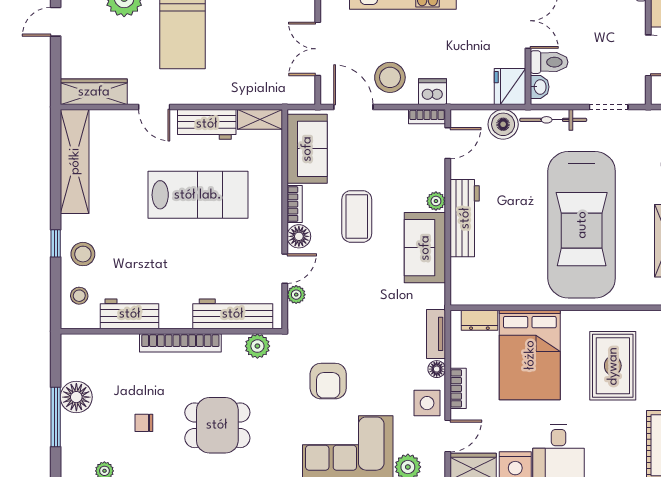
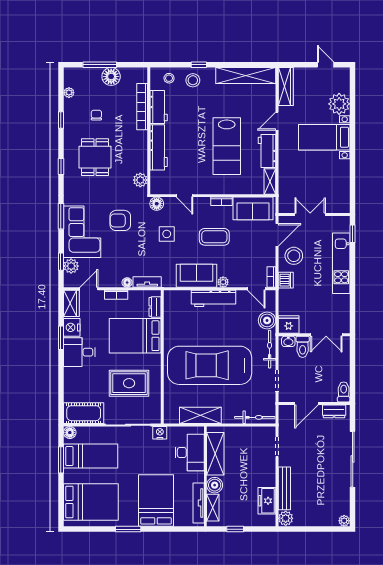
floor lamp: (299, 236) -> (157, 204), moved
plant: (296, 295) -> (170, 202), removed
workbench: (233, 314) -> (159, 147), moved
bookcase: (180, 343) -> (142, 107), moved
side table: (427, 403) -> (167, 234), moved
door: (448, 436) -> (89, 289), swing flipped

